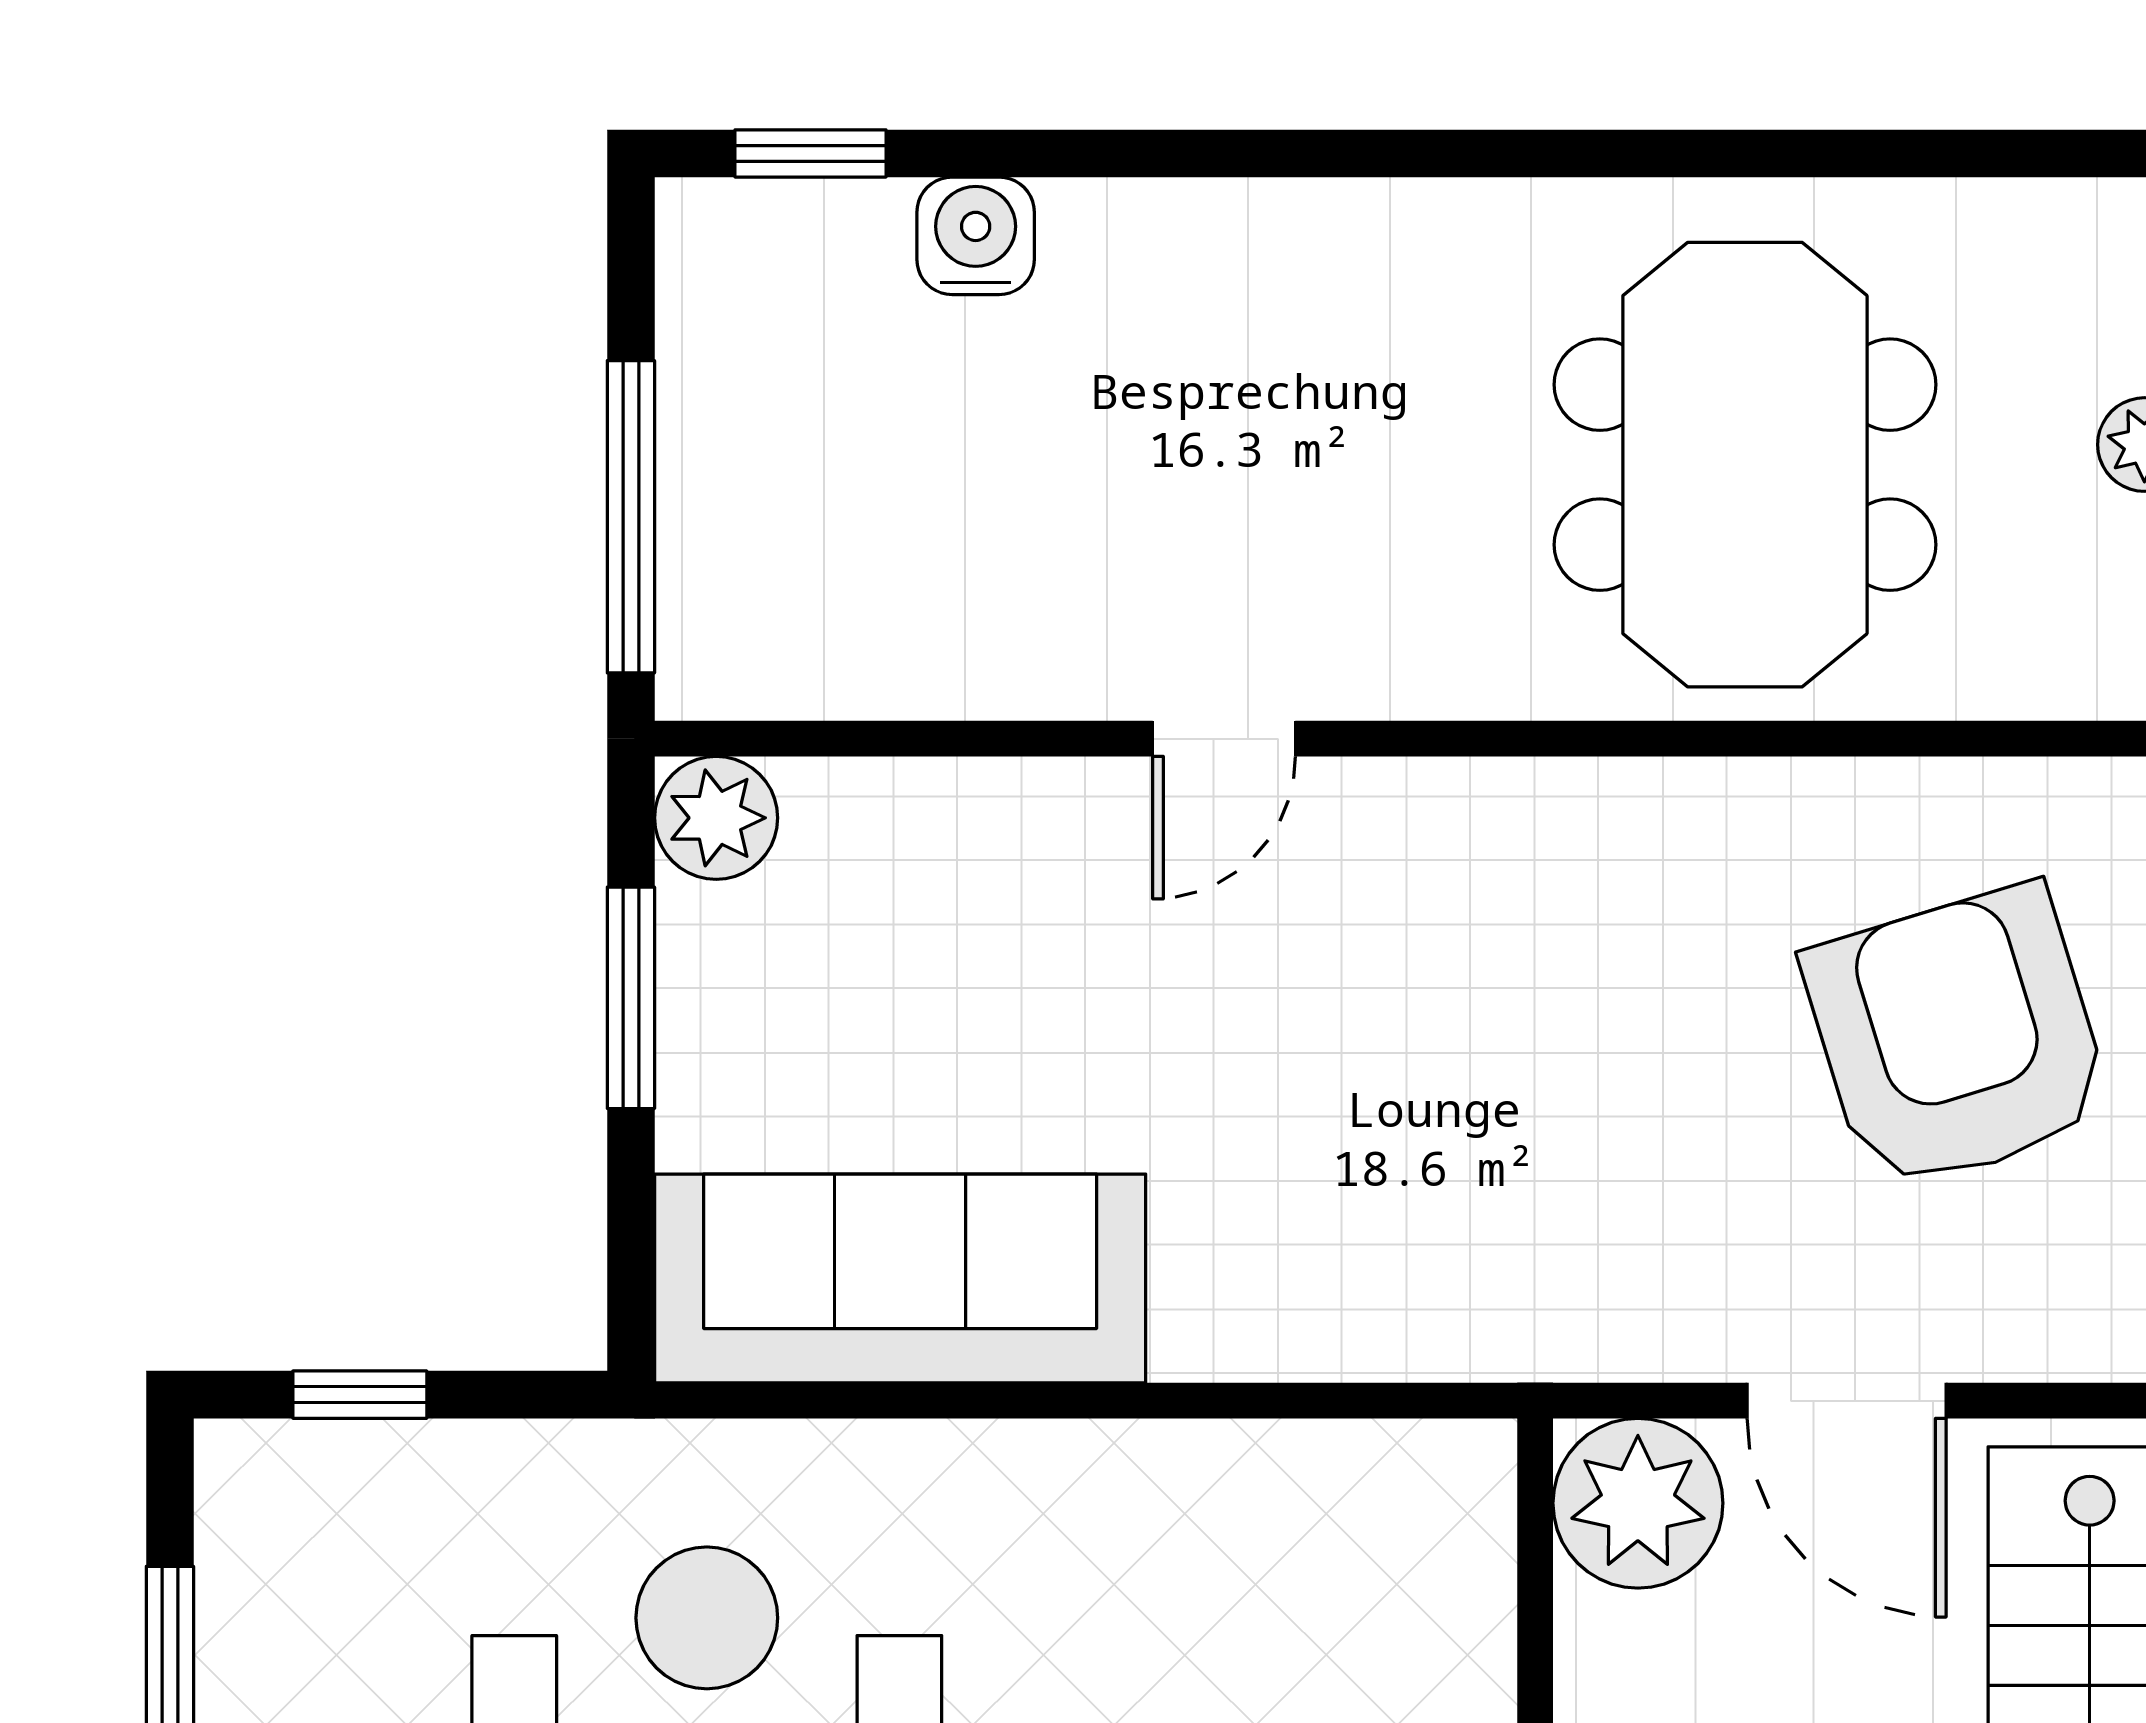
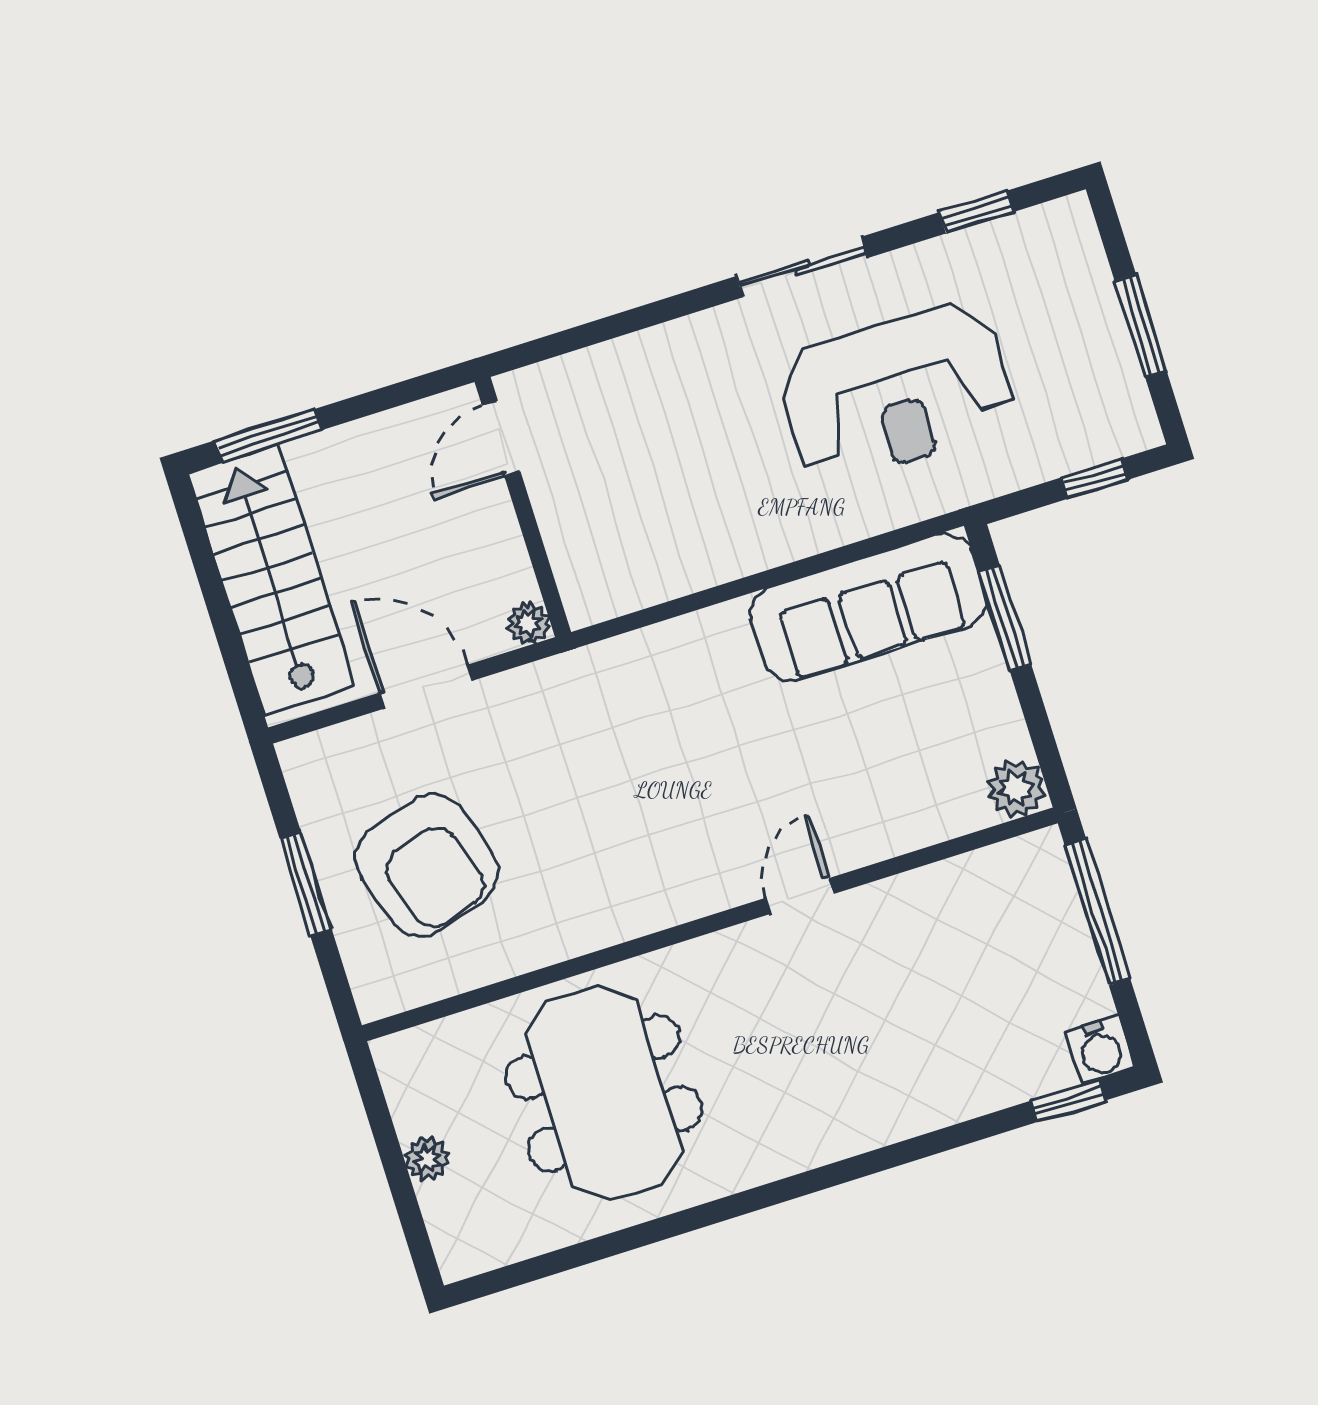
water cooler: (976, 236) -> (1100, 1050), moved
window: (631, 998) -> (1005, 618), moved
plant: (1638, 1503) -> (528, 623), width x0.53, depth x0.53

